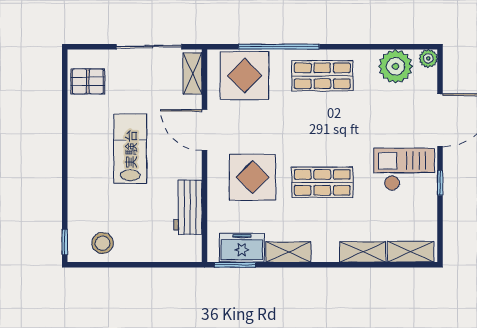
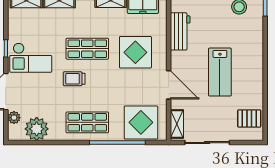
plant: (428, 58) -> (14, 118), moved
trolley: (341, 139) -> (74, 79), added

